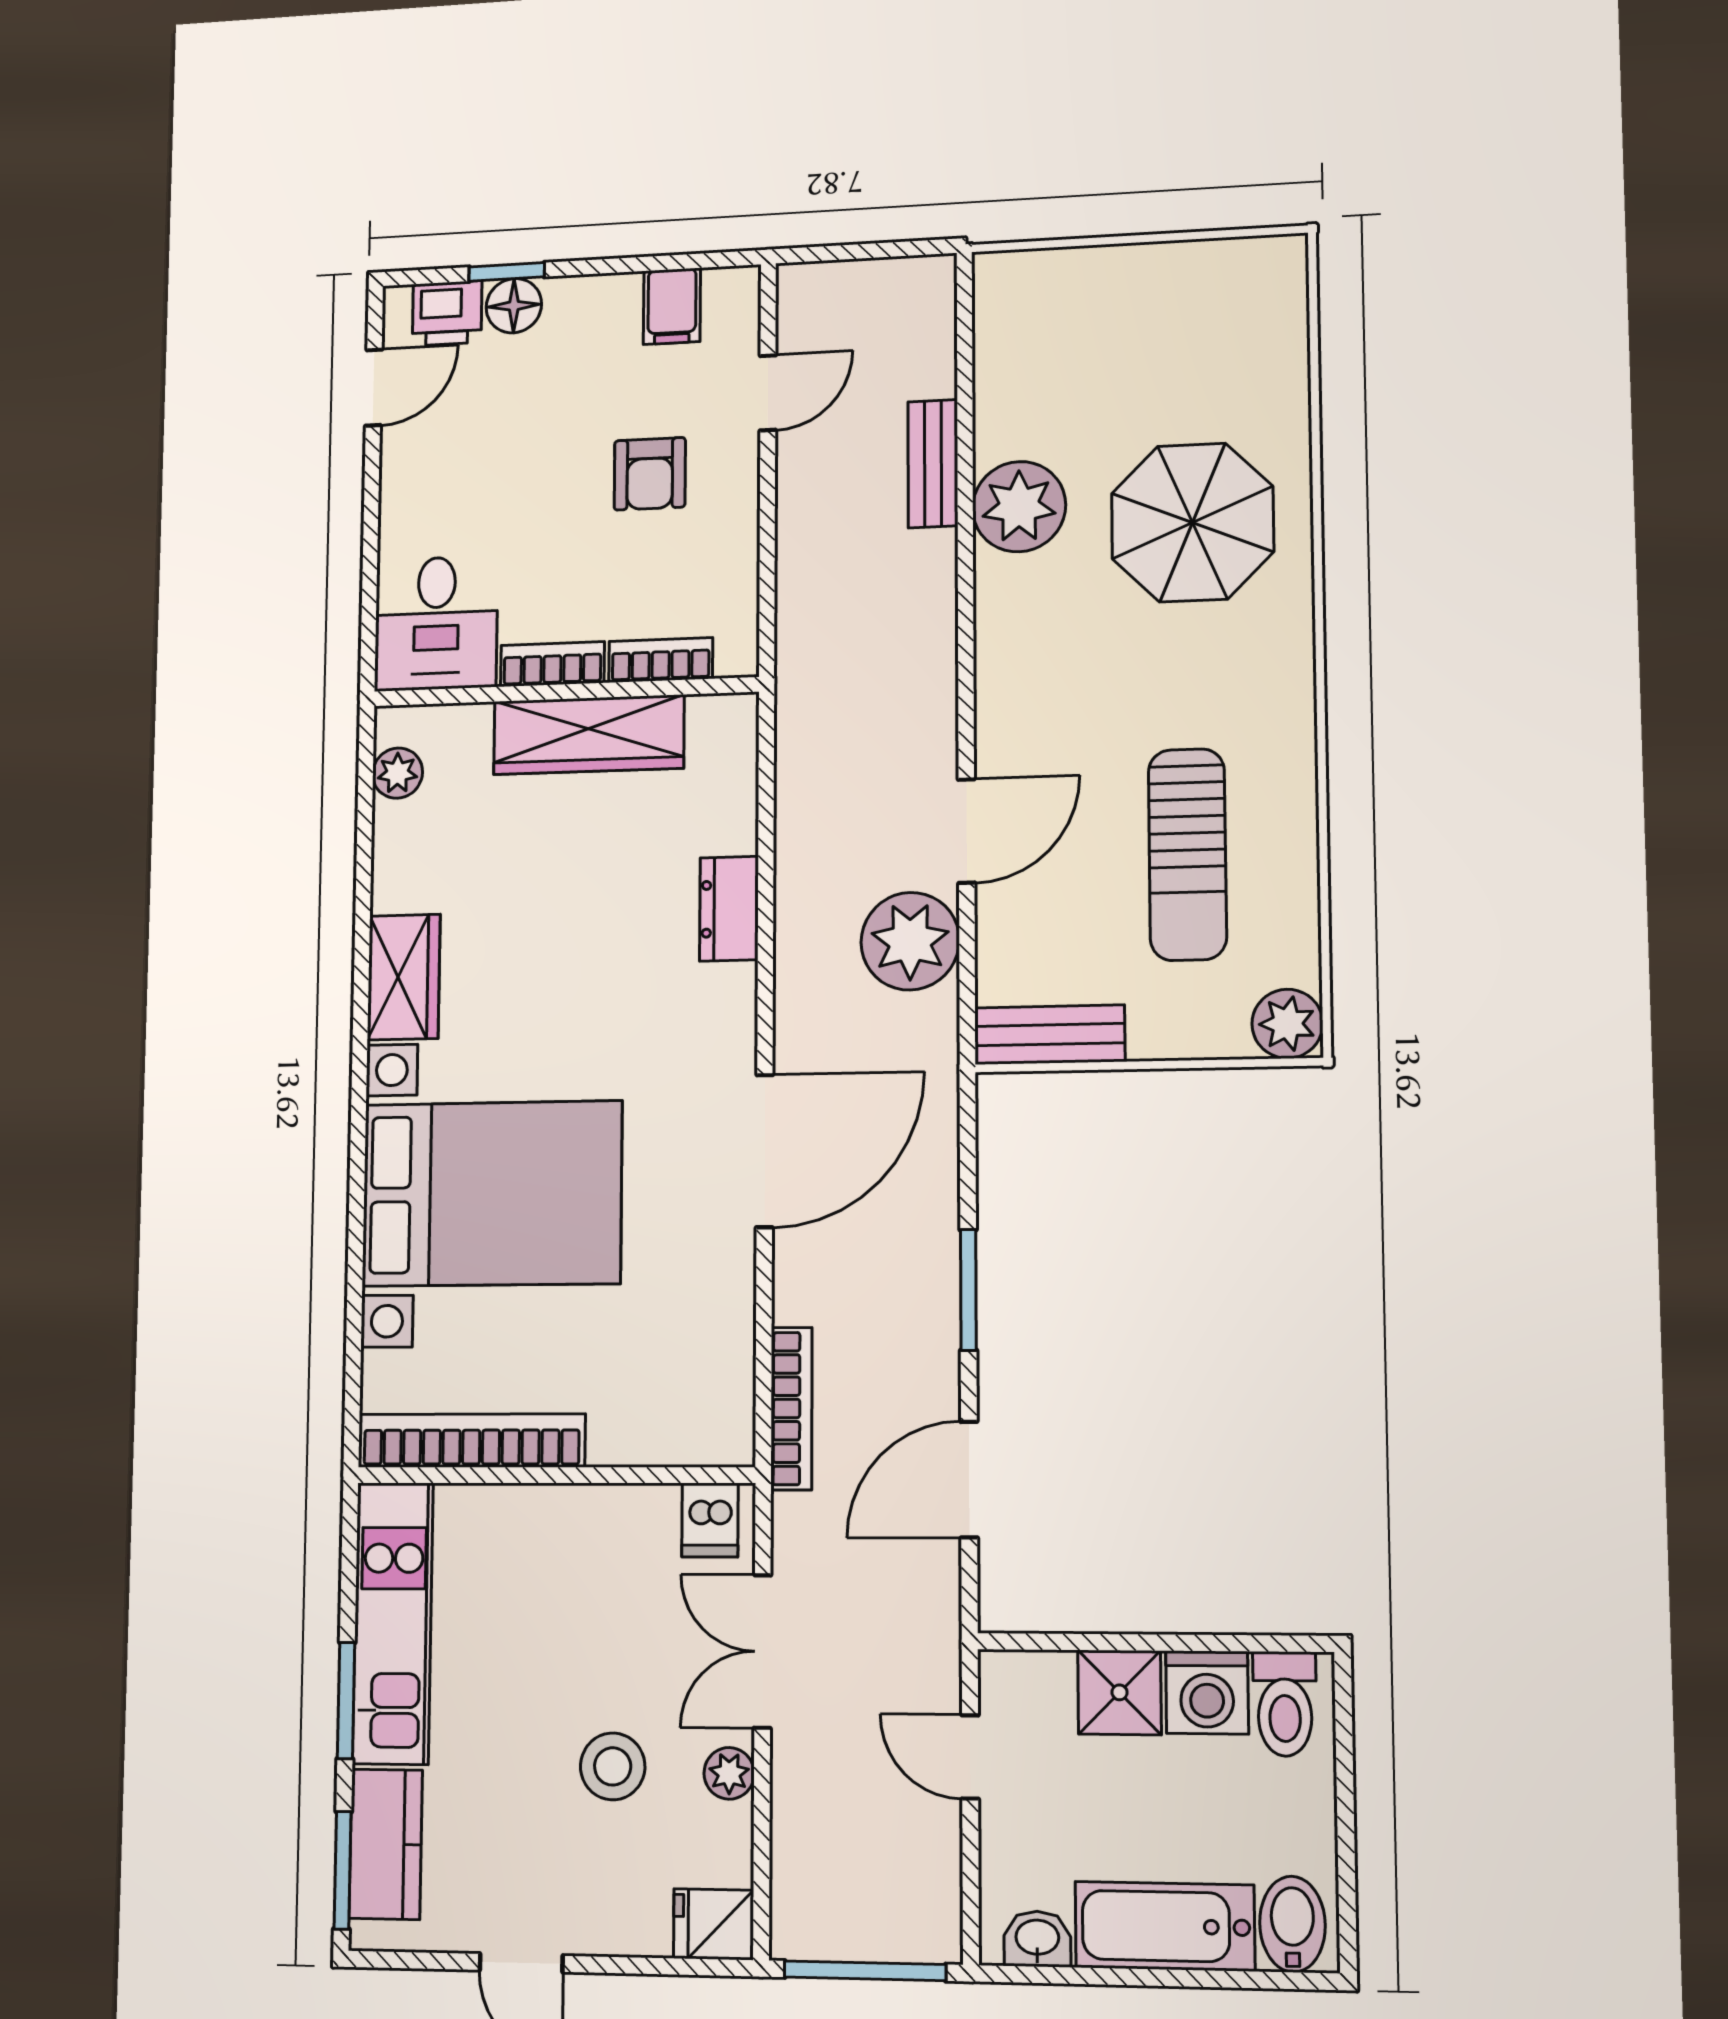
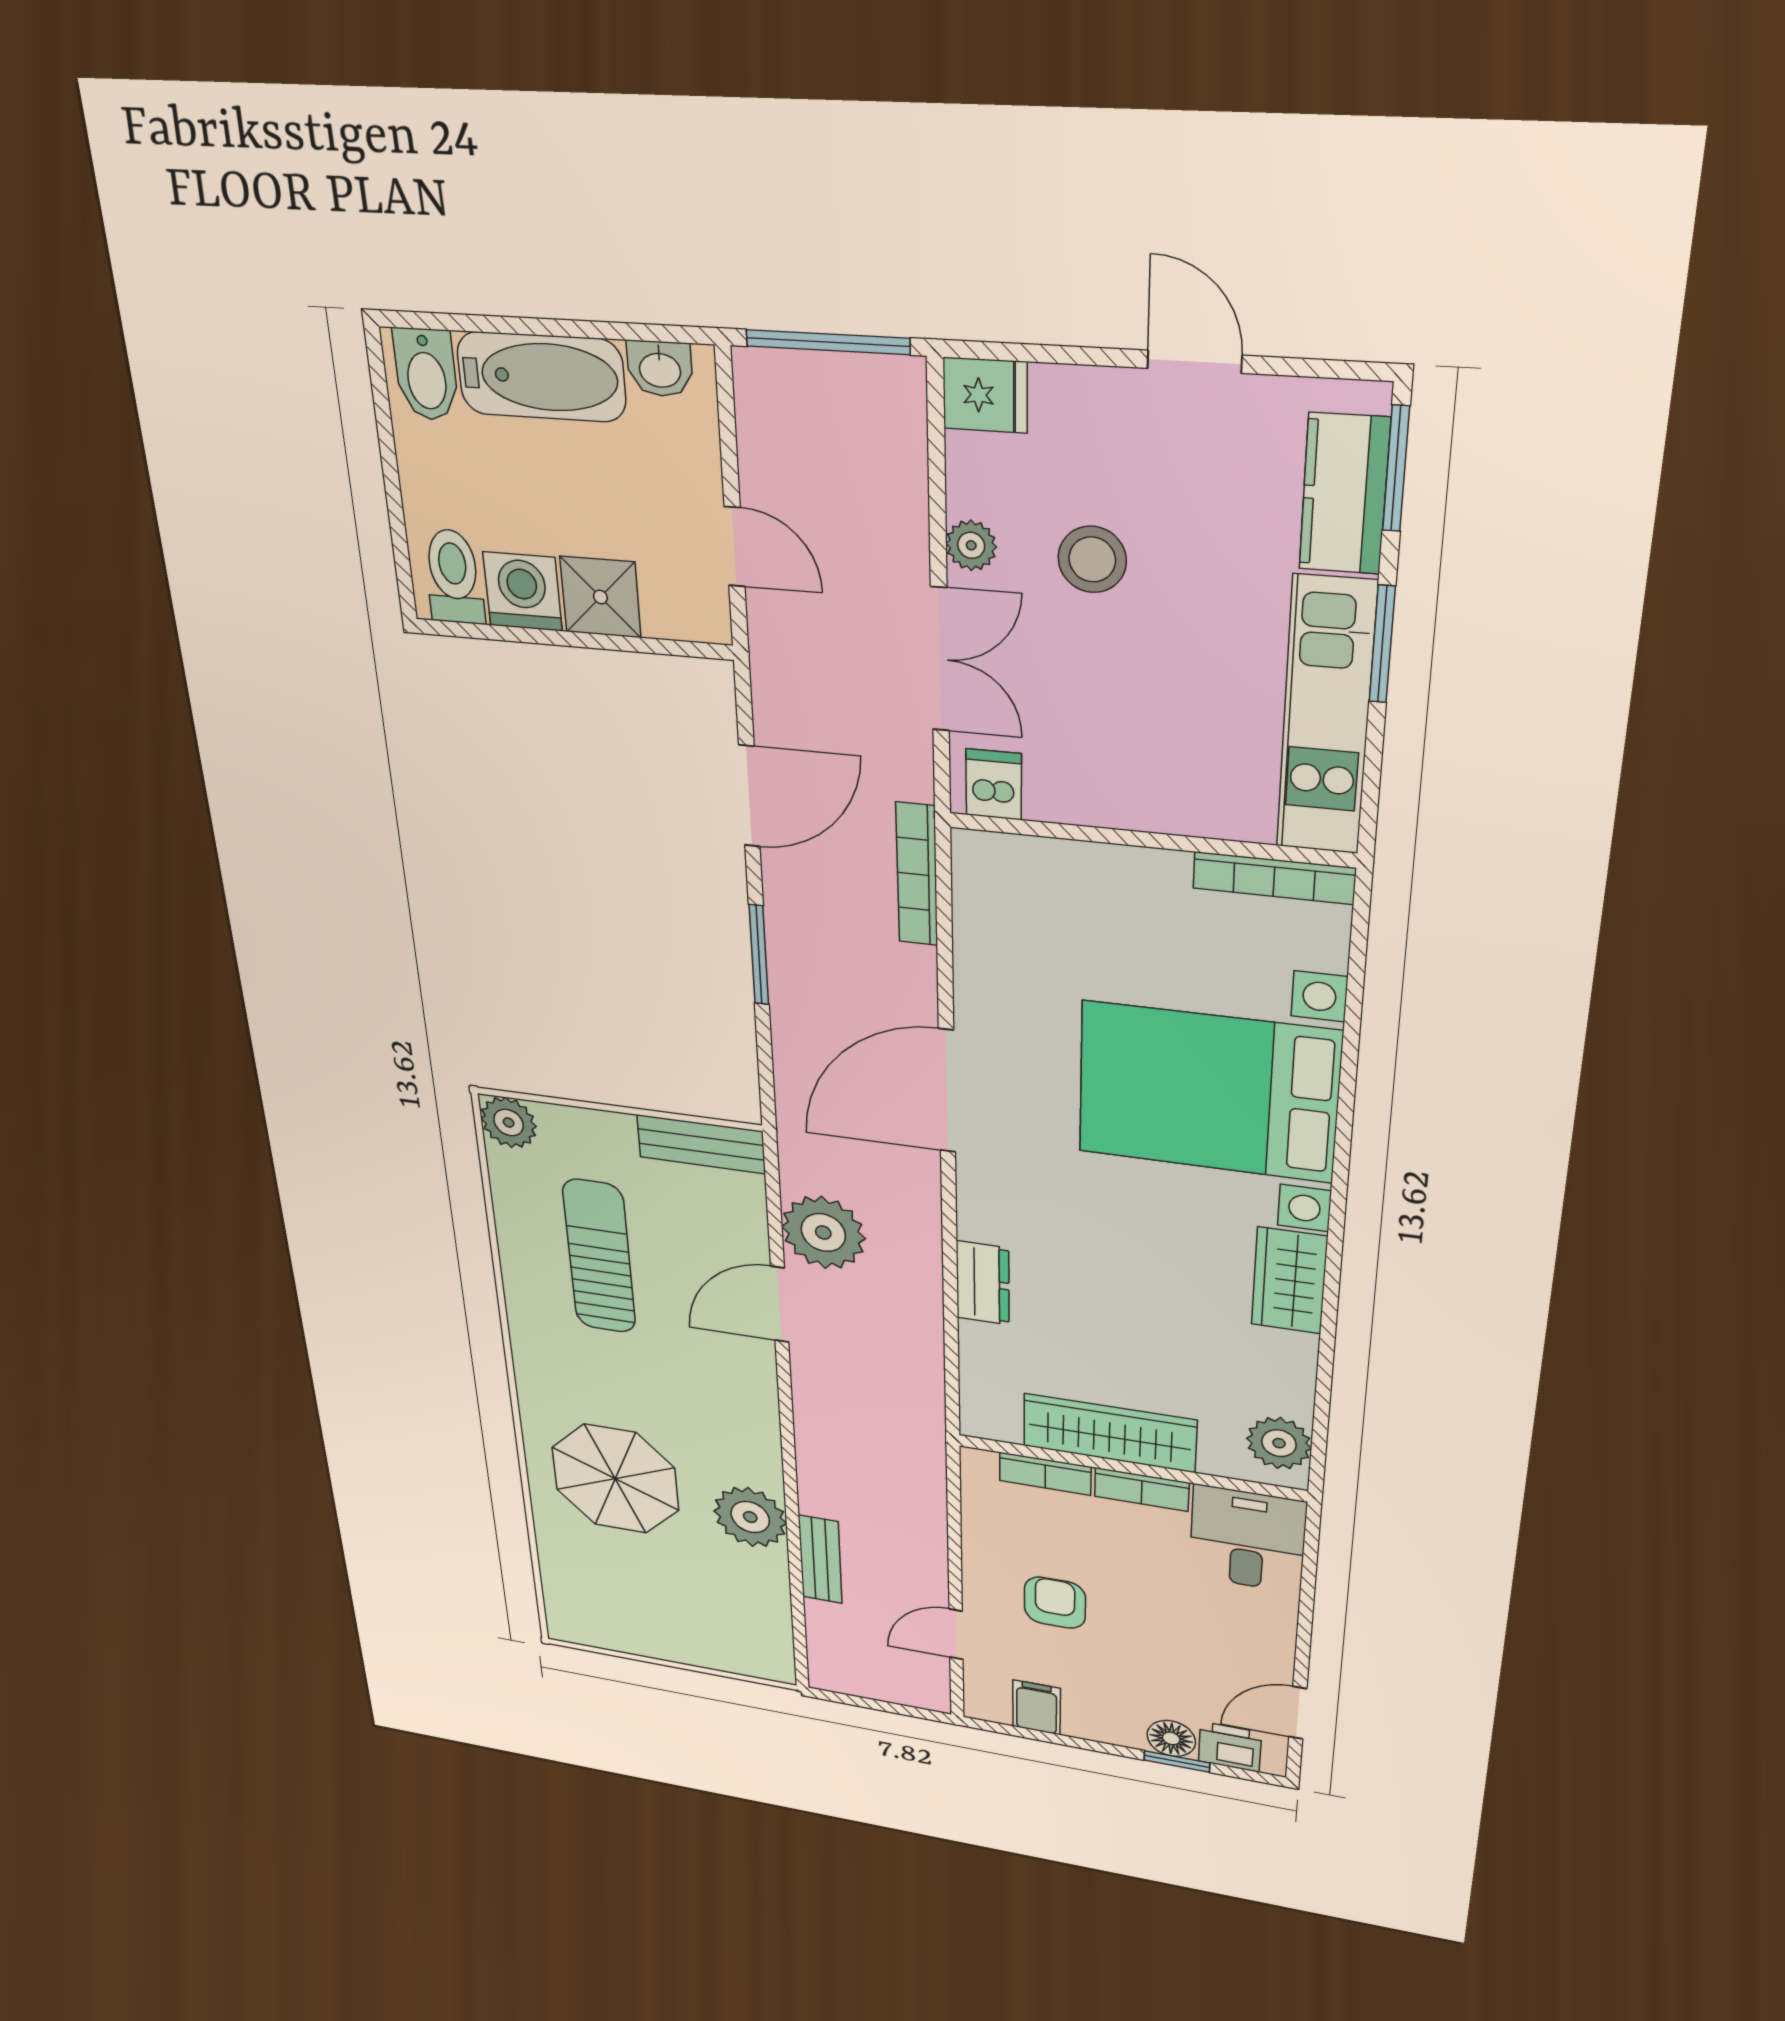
plant: (398, 773) -> (1279, 1443), width x1.38, depth x1.38
bookcase: (471, 1441) -> (1274, 878), width x0.68, depth x0.76

